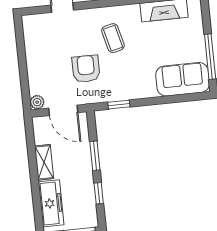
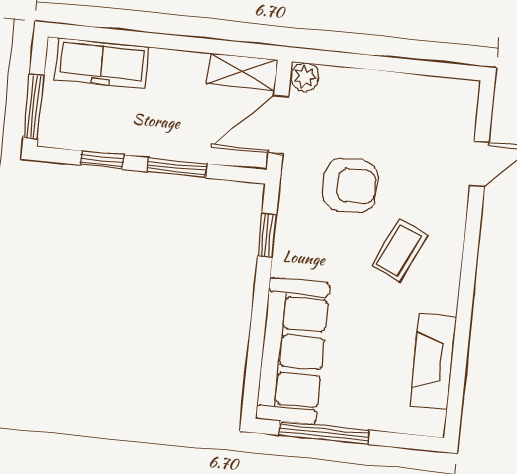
coffee table: (113, 38) -> (399, 251), turned -51
sofa: (183, 79) -> (293, 351), width x1.36
shelving: (44, 162) -> (242, 72), moved

